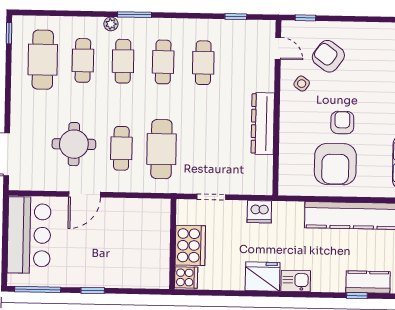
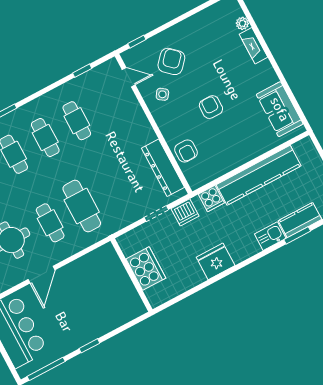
armchair: (328, 56) -> (171, 61), turned 96
dresser: (263, 124) -> (163, 168), moved
armchair: (335, 164) -> (186, 151), moved, width x0.53, depth x0.53
doorway: (211, 197) -> (156, 214), moved
cooker: (186, 277) -> (211, 198), moved, turned 90
kitchen sink: (296, 281) -> (270, 236), moved
window: (357, 296) -> (297, 235), width x1.50

